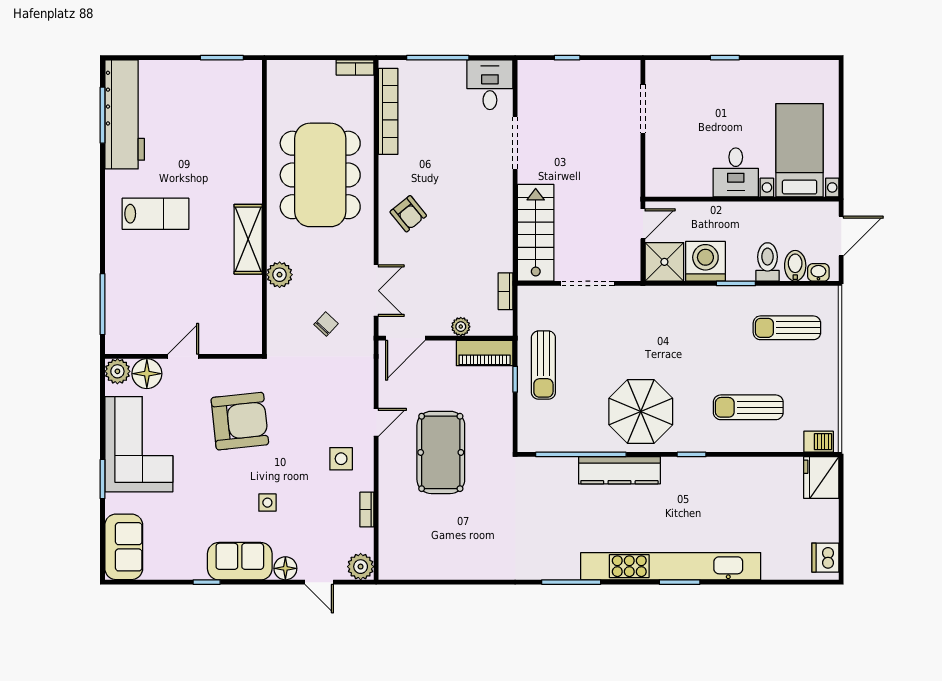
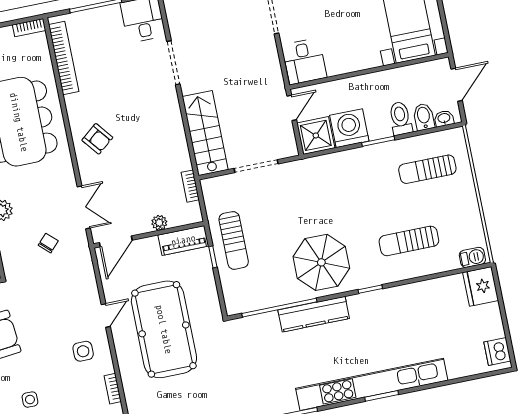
desk: (736, 172) -> (304, 61), moved
pool table: (441, 452) -> (164, 329), width x1.36, depth x1.32

